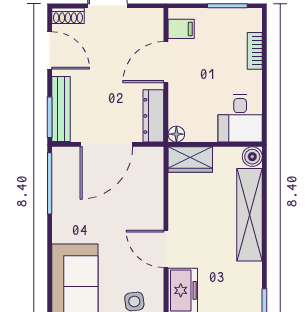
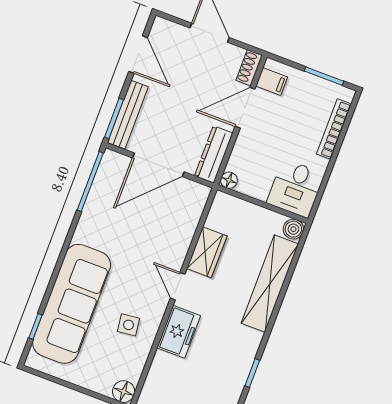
shoe rack: (68, 16) -> (249, 68), moved, turned 90
bookcase: (255, 51) -> (334, 129), width x1.56
wardrobe: (190, 160) -> (207, 252), moved, turned -90
door: (166, 249) -> (178, 286), width x0.73

